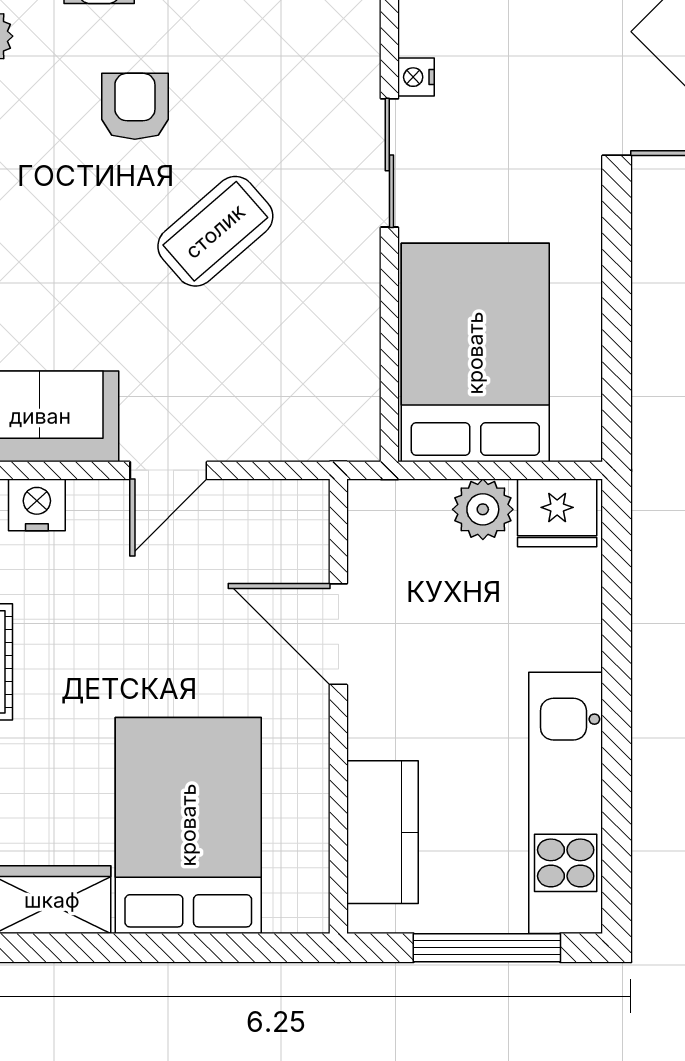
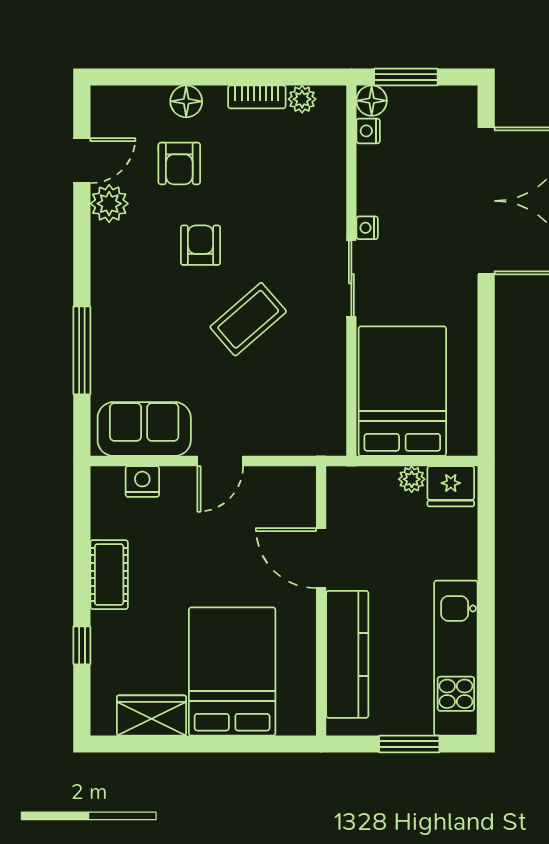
plant: (483, 509) -> (412, 479), width x0.73, depth x0.73
kitchen counter: (383, 832) -> (347, 654), width x1.50
window: (487, 948) -> (409, 744), width x0.69

